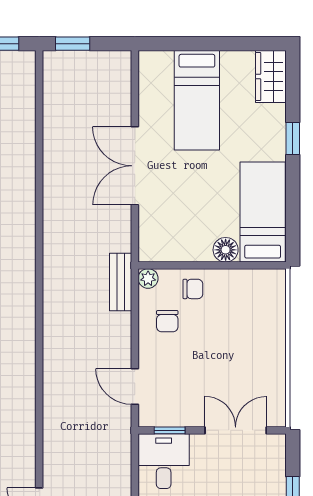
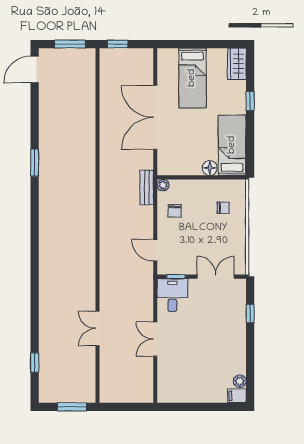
double door: (135, 166) -> (155, 118), width x1.36
chair: (193, 289) -> (223, 208), moved

